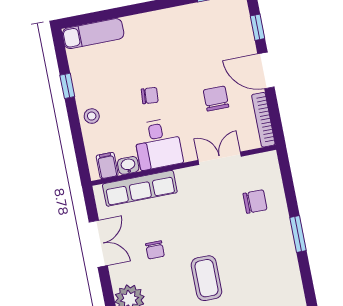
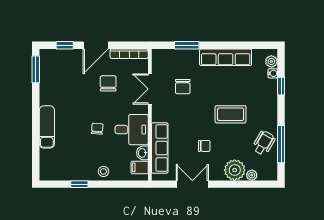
exam couch: (93, 34) -> (47, 127), moved
chair: (216, 99) -> (108, 83), turned 90
chair: (255, 202) -> (183, 87), moved, turned 180
window: (298, 234) -> (187, 45), moved
row of seats: (285, 256) -> (226, 57), added

